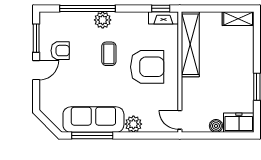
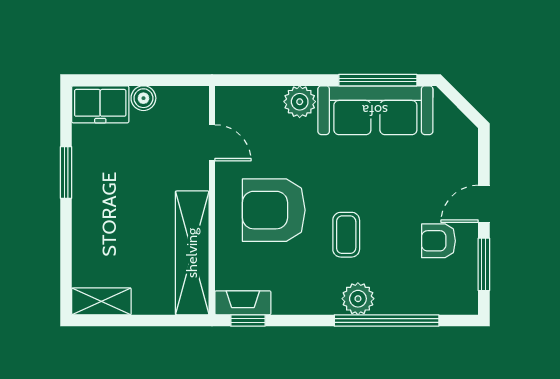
door: (180, 120) -> (212, 143), moved

